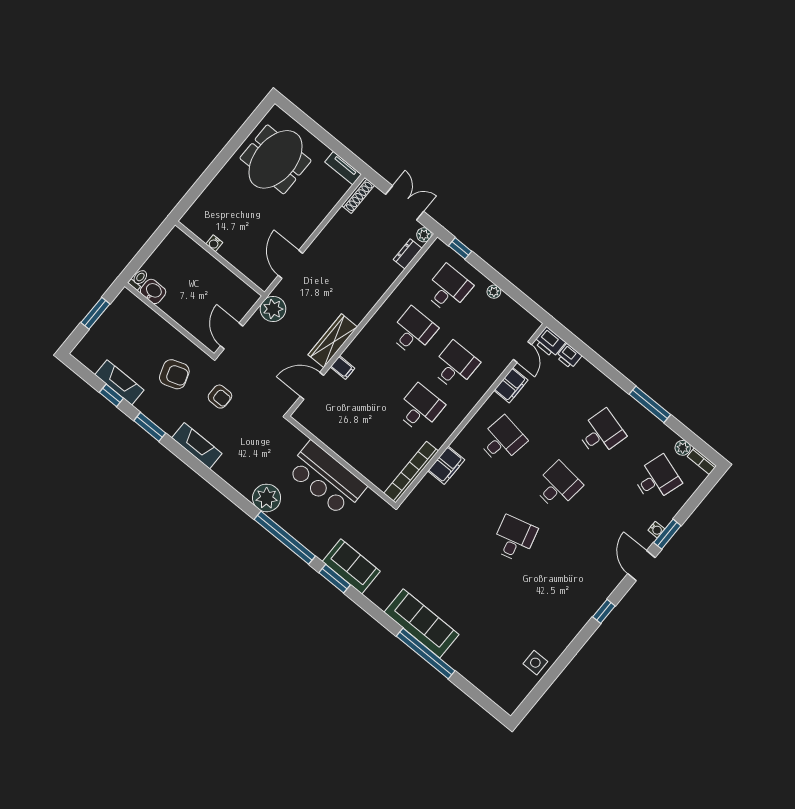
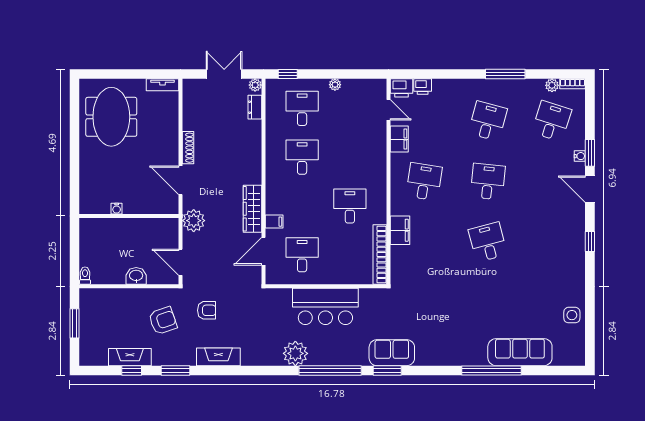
shoe rack: (358, 195) -> (188, 148), moved
washbasin: (153, 291) -> (136, 276), moved
desk: (455, 366) -> (302, 255), moved
sofa: (422, 623) -> (520, 352), moved

